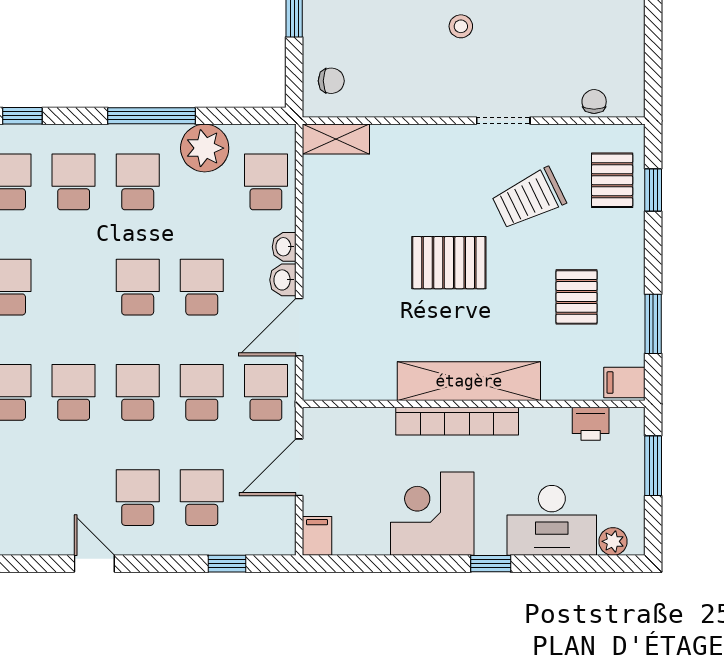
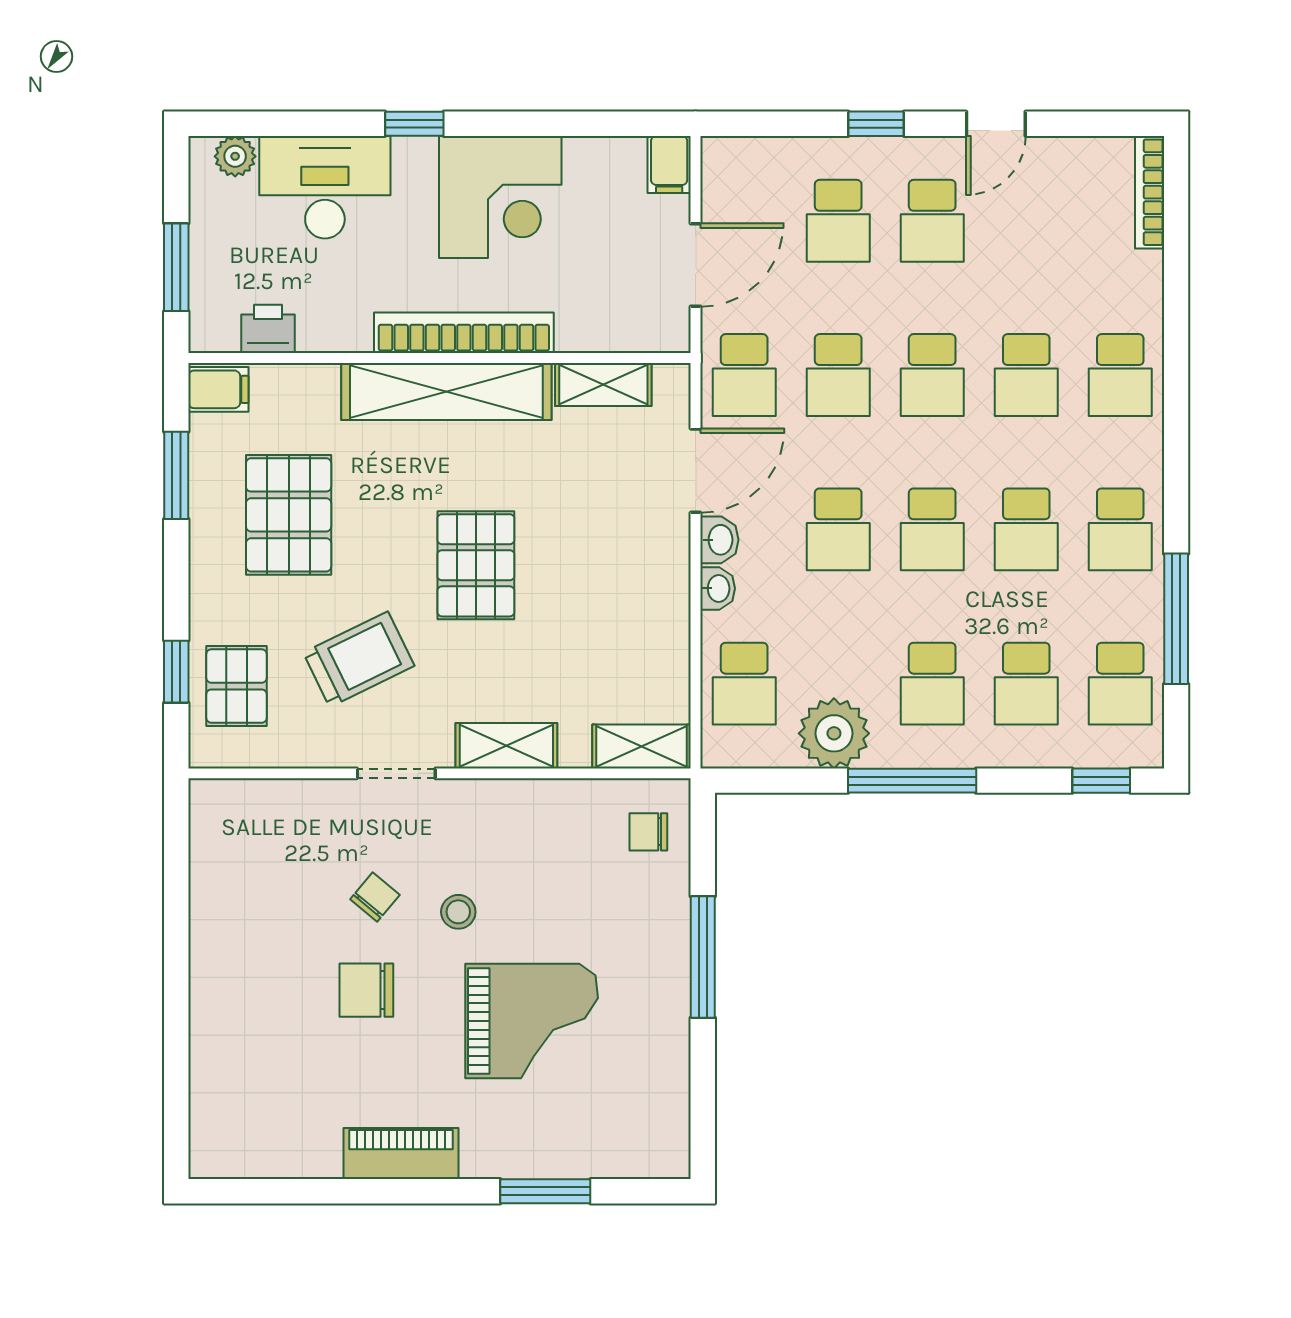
chair: (594, 102) -> (375, 897), moved, turned -140
shelving: (428, 140) -> (506, 746), added
pallet: (449, 263) -> (476, 565), turned 90
school desk: (74, 287) -> (1026, 529), added
pallet: (577, 297) -> (289, 515), width x1.50, depth x1.42
shelving: (362, 386) -> (603, 384), added
door: (94, 564) -> (996, 124), hinge flipped
window: (227, 564) -> (876, 124), moved

